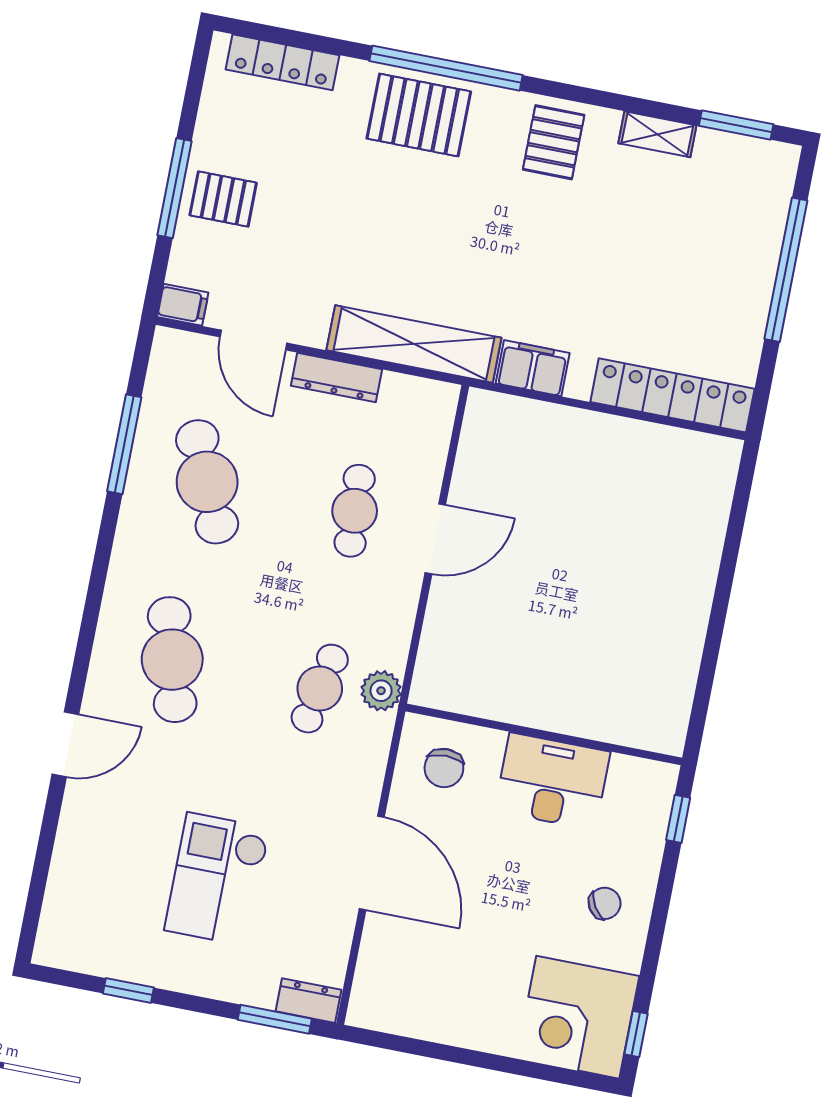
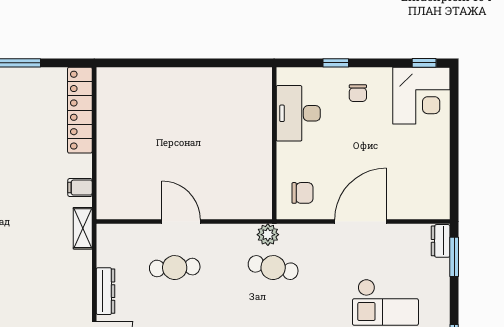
shelving: (414, 344) -> (83, 228), width x0.45, depth x0.75
filing cabinet: (533, 368) -> (80, 188), width x0.50
desk: (552, 781) -> (298, 113), moved
window: (678, 819) -> (336, 63), moved
chair: (605, 903) -> (358, 93), turned -148

